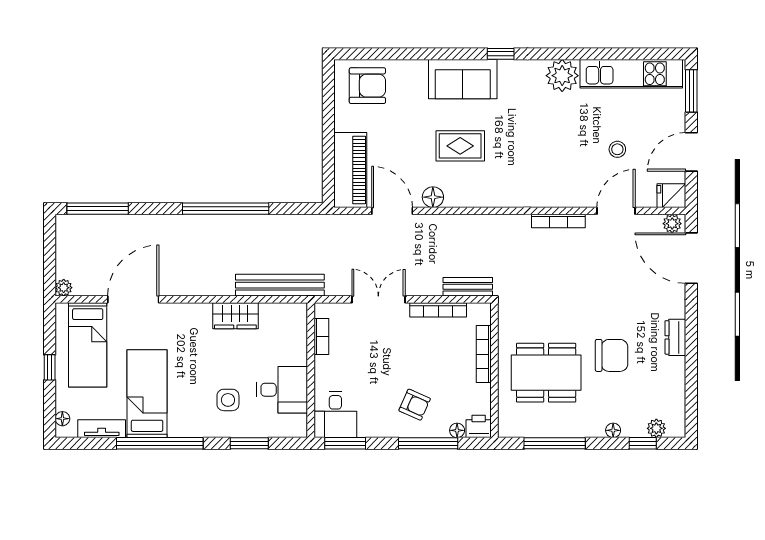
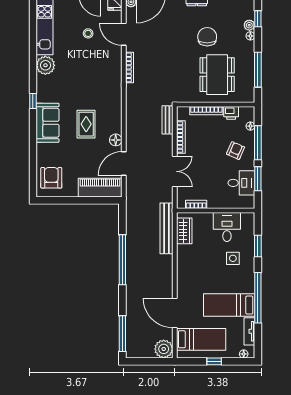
plant: (64, 288) -> (164, 349), width x1.88, depth x1.88
double door: (378, 299) -> (175, 171), swing flipped
wardrobe: (235, 316) -> (184, 231), moved
desk: (335, 415) -> (241, 183), moved
printer: (479, 426) -> (231, 113), moved, turned -90
plant: (656, 428) -> (249, 25), moved
window: (345, 443) -> (258, 179), moved

